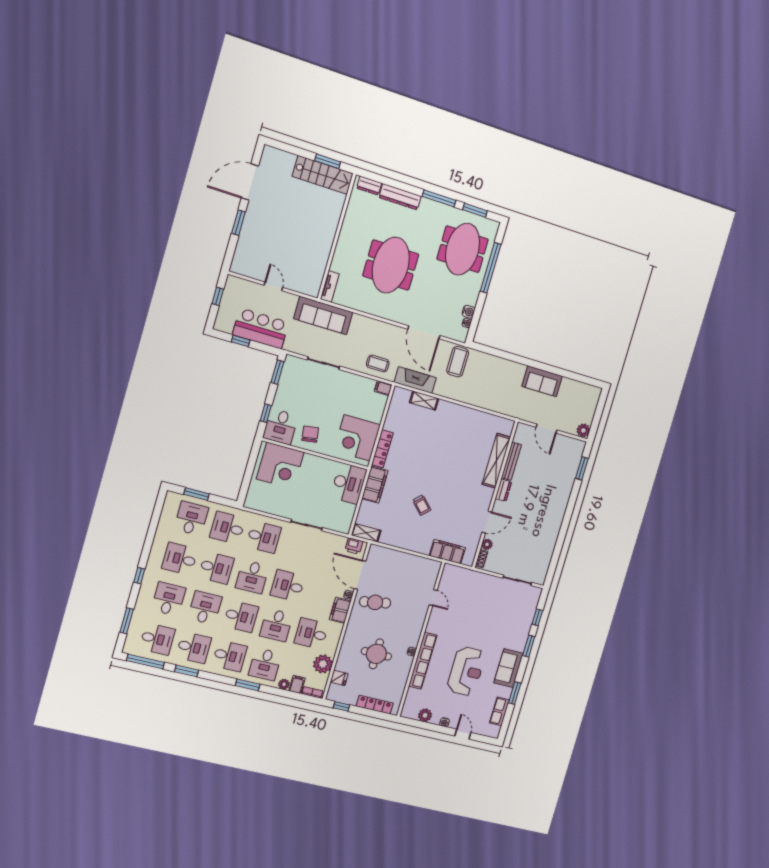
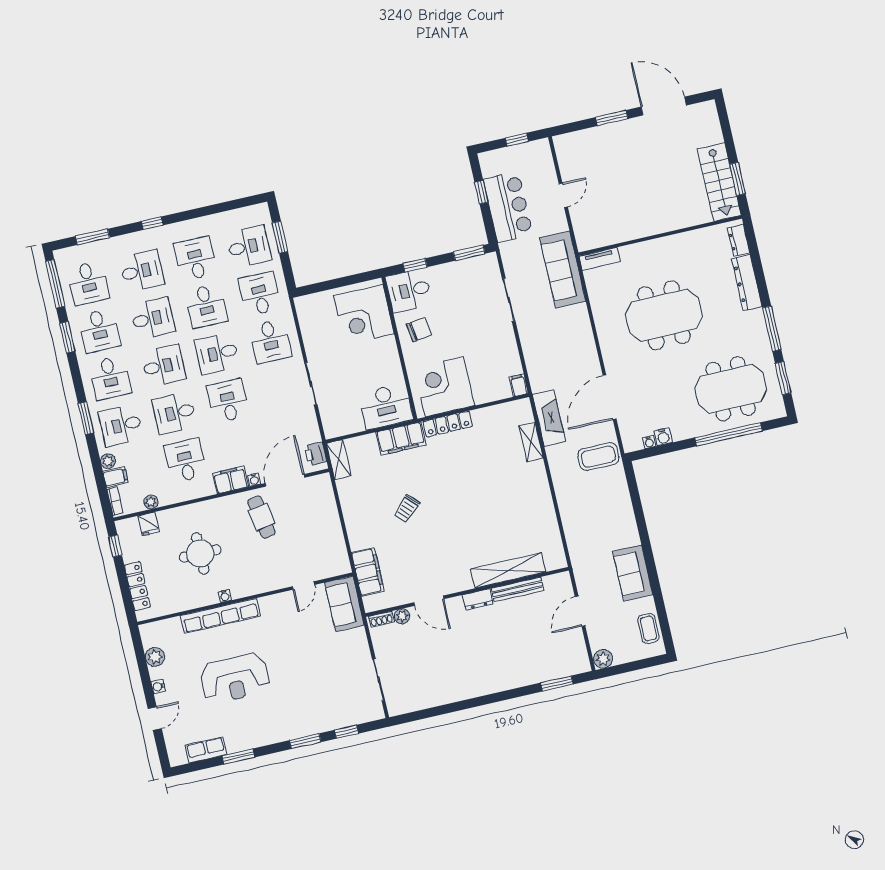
coffee table: (378, 363) -> (648, 629), moved
desk: (241, 616) -> (164, 366), turned -90
plant: (323, 664) -> (151, 502), width x0.53, depth x0.53
sofa: (509, 668) -> (344, 604), moved, turned -90

